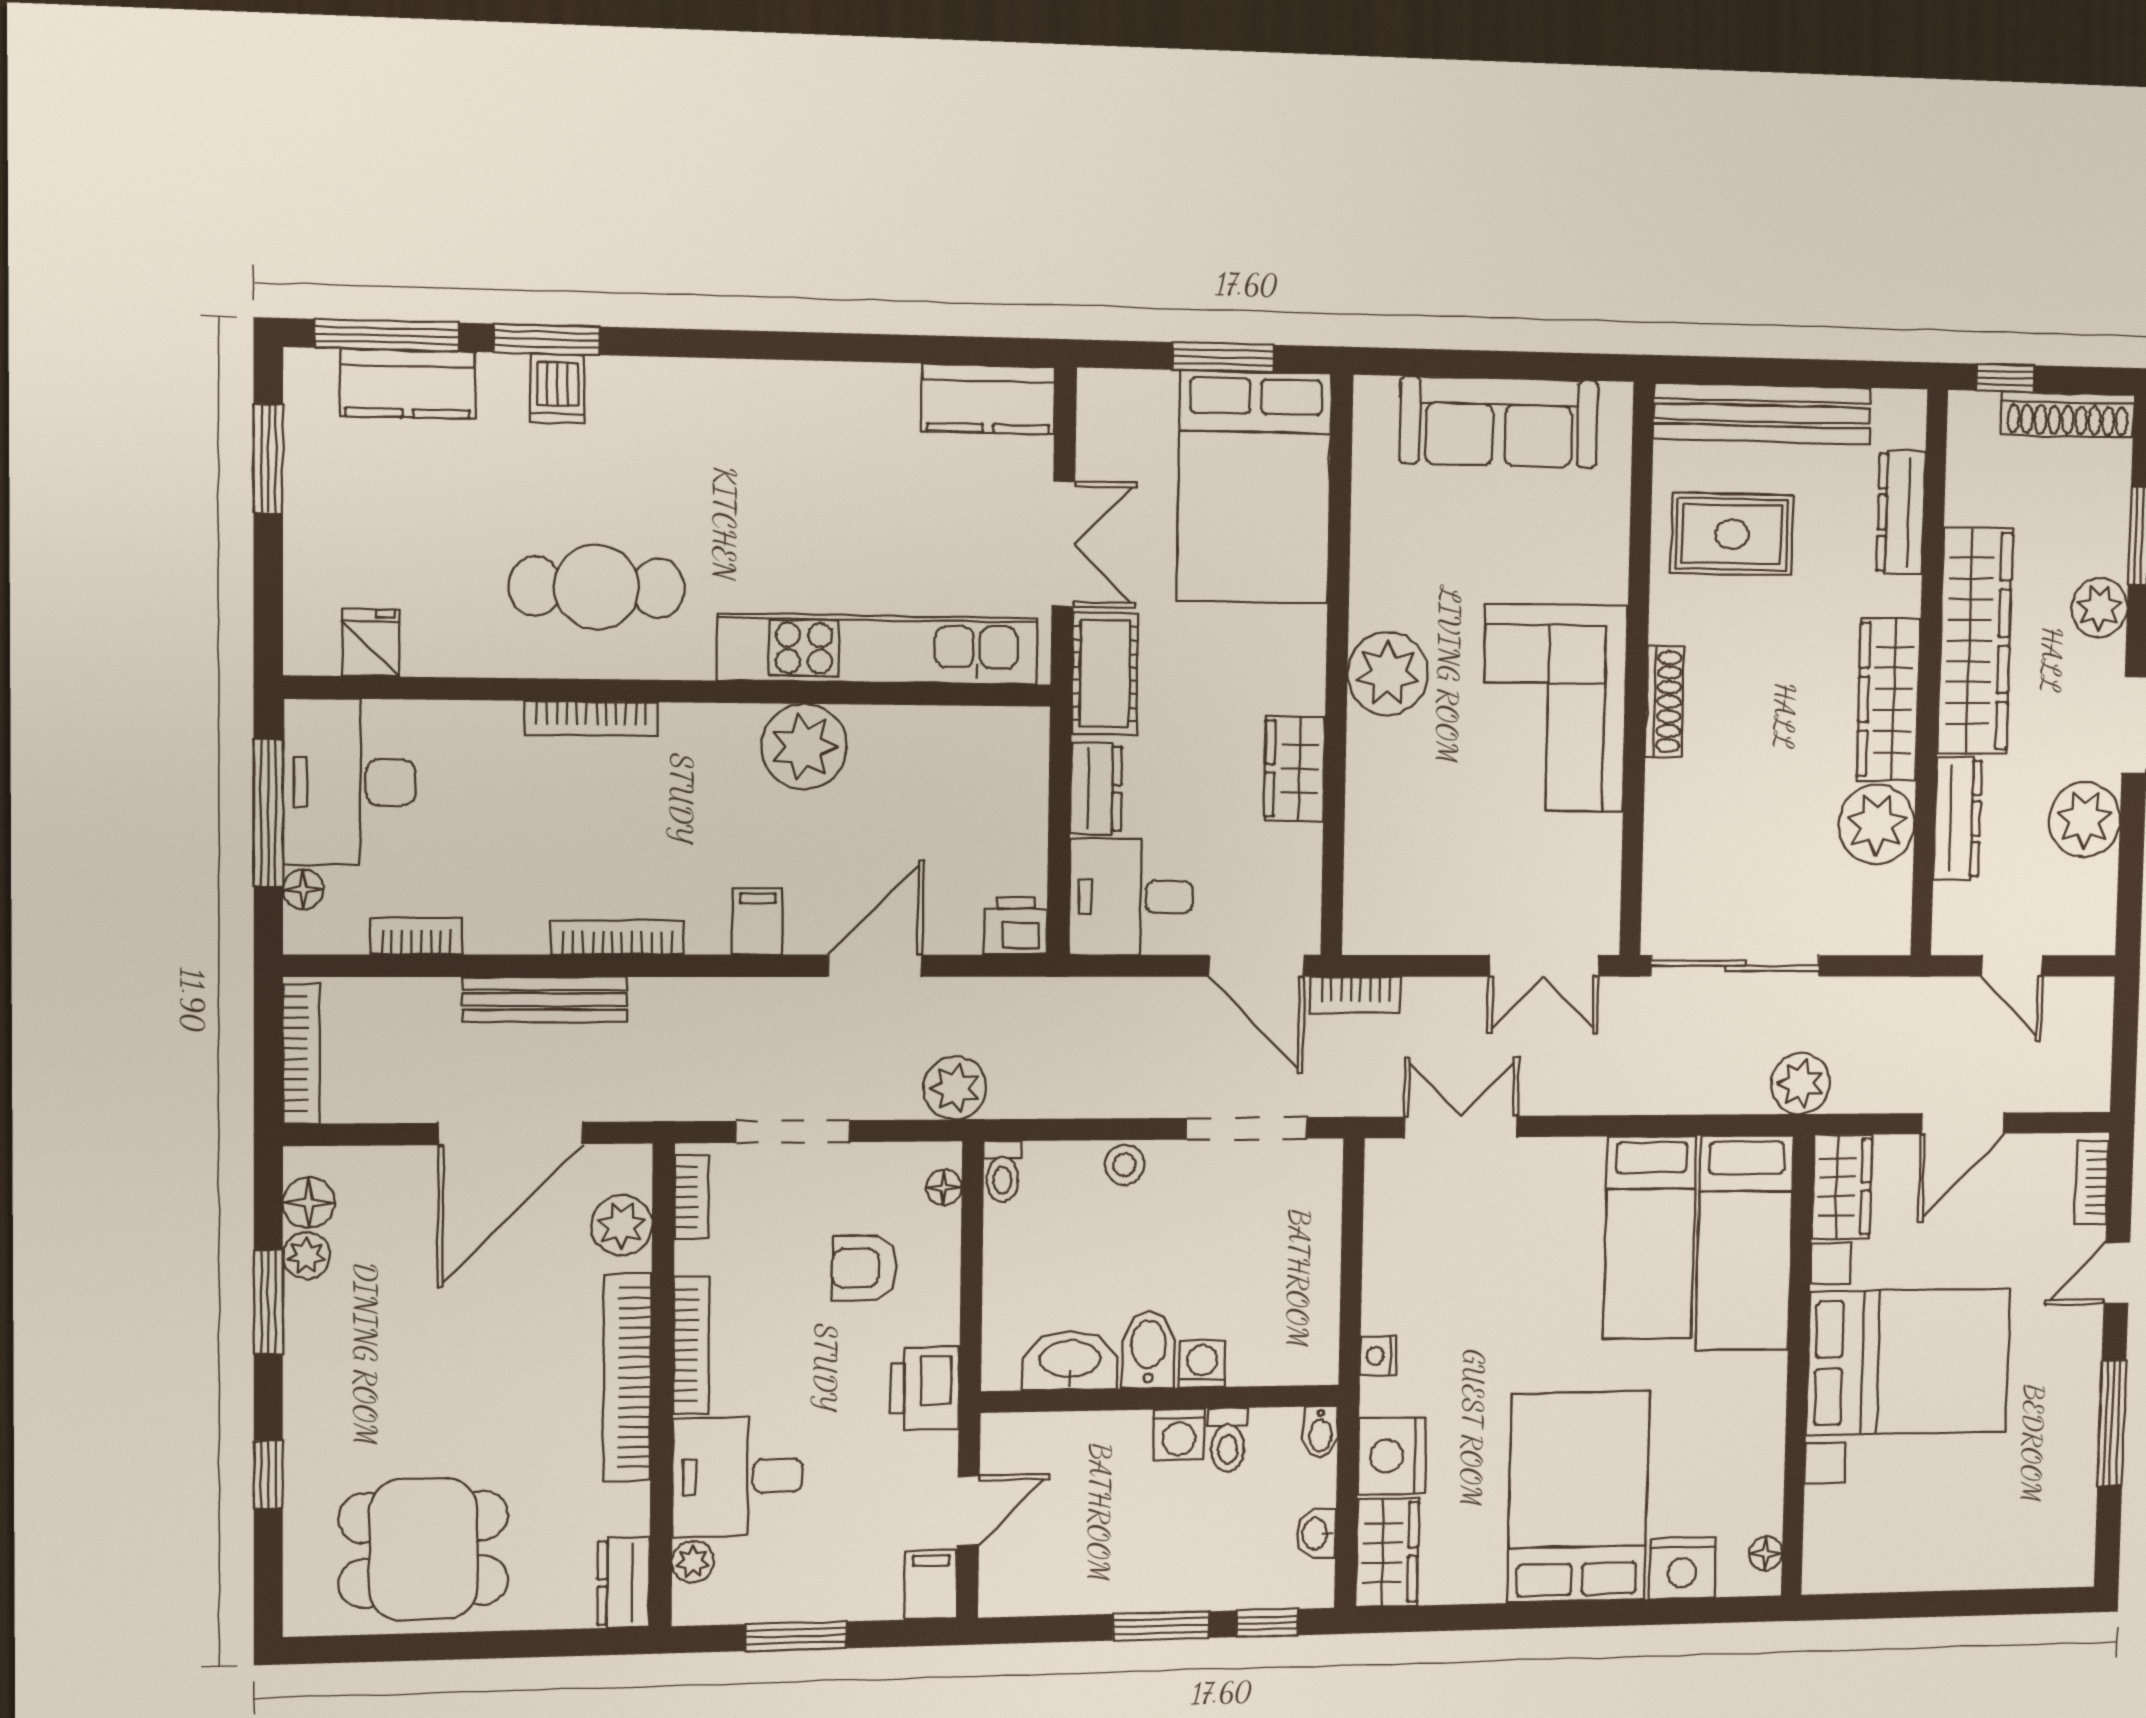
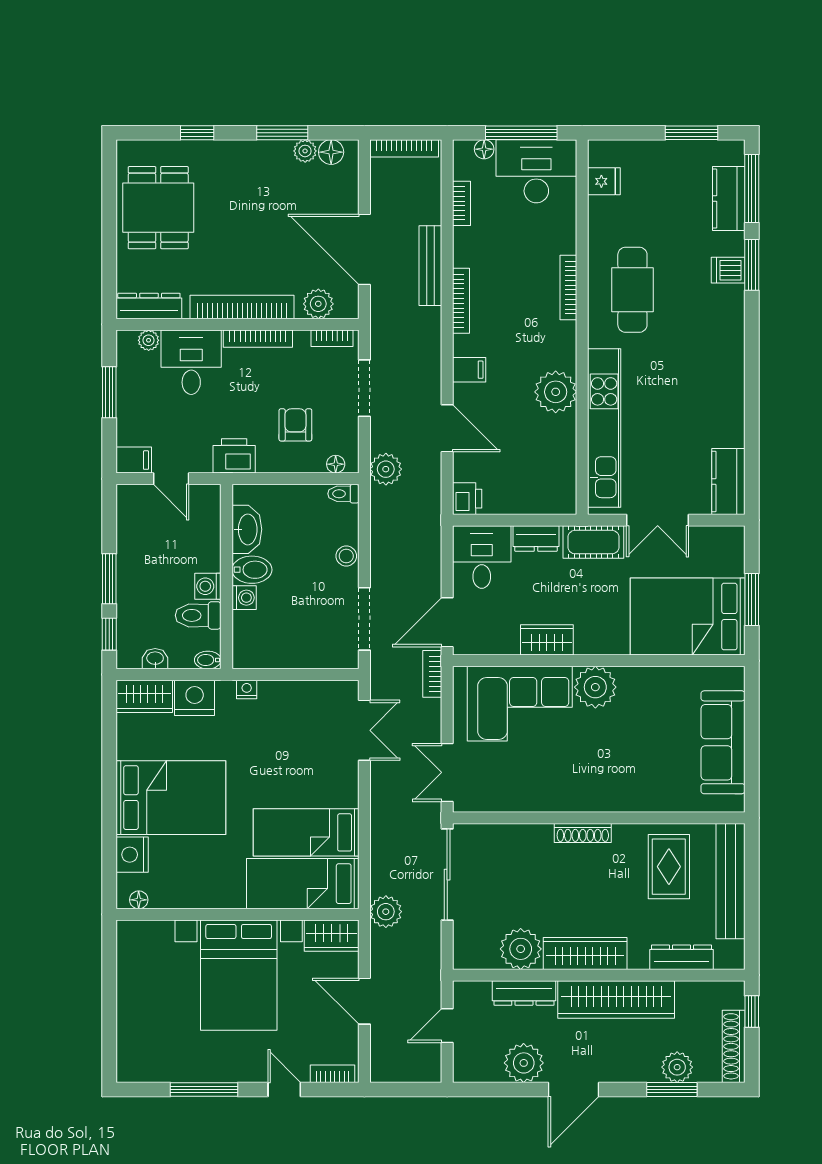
plant: (2099, 608) -> (677, 1067), moved
corner sofa: (1555, 708) -> (520, 704), moved, turned 180
toilet: (1228, 1440) -> (198, 615), width x1.37, depth x1.39
dresser: (624, 1582) -> (149, 306), width x1.44

